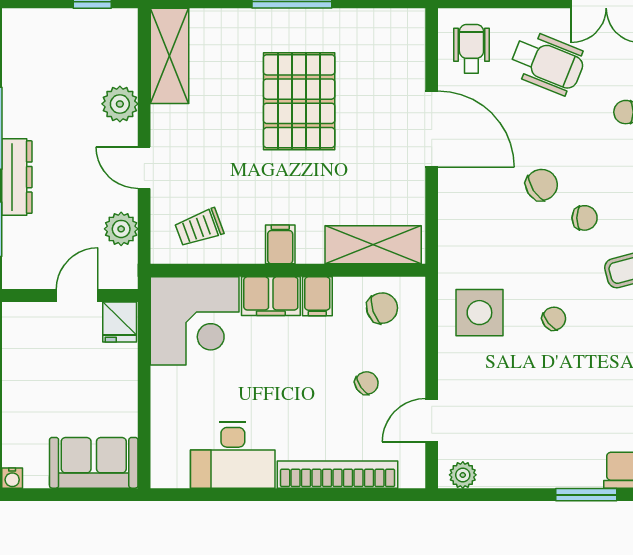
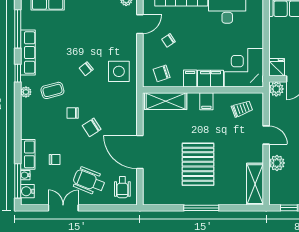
plant: (121, 229) -> (276, 89), moved

